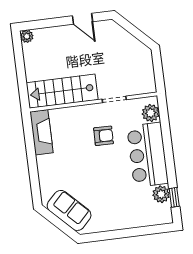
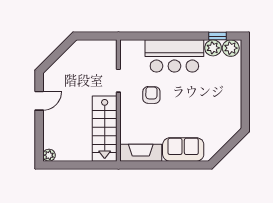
plant: (151, 113) -> (231, 48), moved
sofa: (69, 210) -> (183, 149), moved, turned 45

